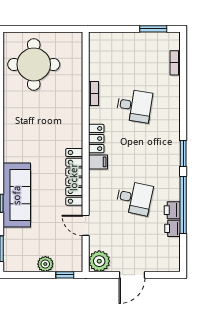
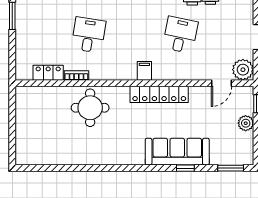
round table: (34, 64) -> (90, 108), moved, width x0.73, depth x0.73
locker: (96, 139) -> (48, 73), moved
door: (86, 225) -> (222, 83), moved

